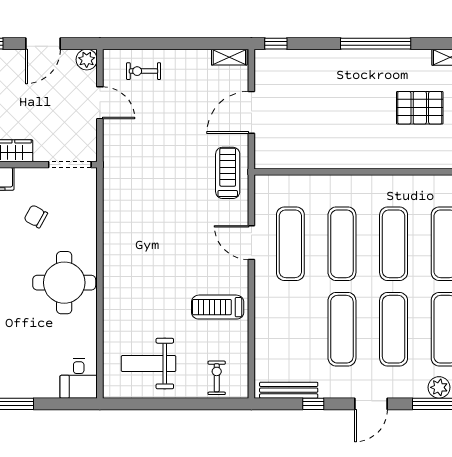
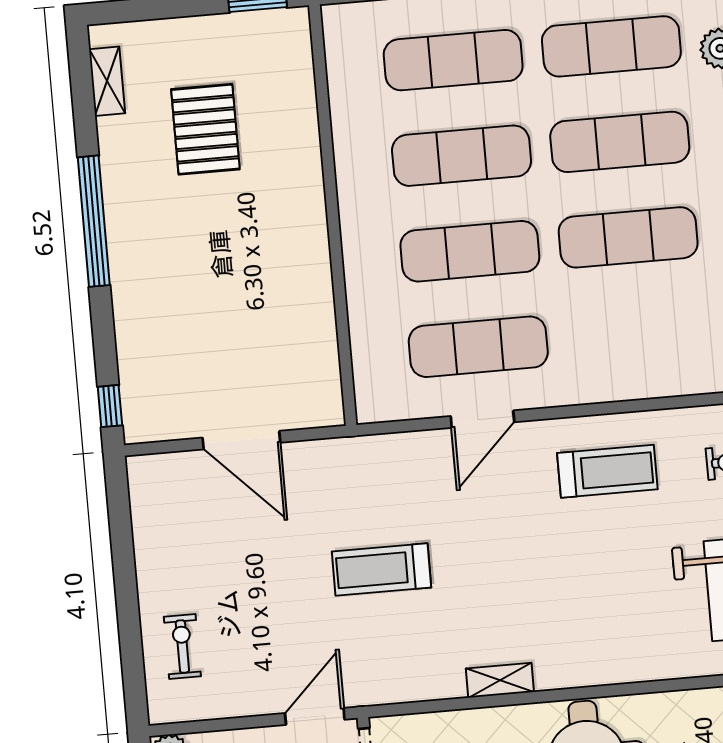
shelving: (229, 57) -> (500, 680), moved, turned 90
exercise bike: (144, 71) -> (182, 647), turned 180
door: (100, 103) -> (315, 716), moved
treadmill: (228, 173) -> (381, 569), moved
treadmill: (218, 307) -> (607, 471), turned -90

